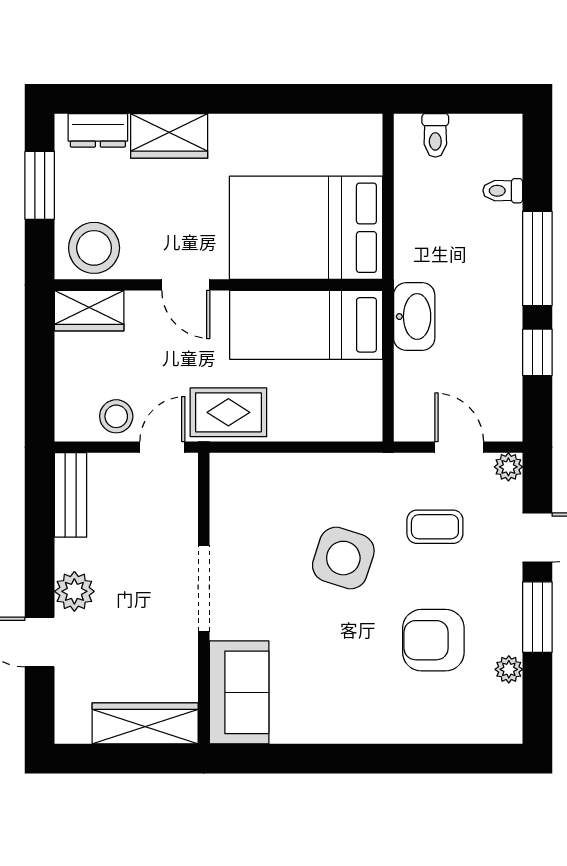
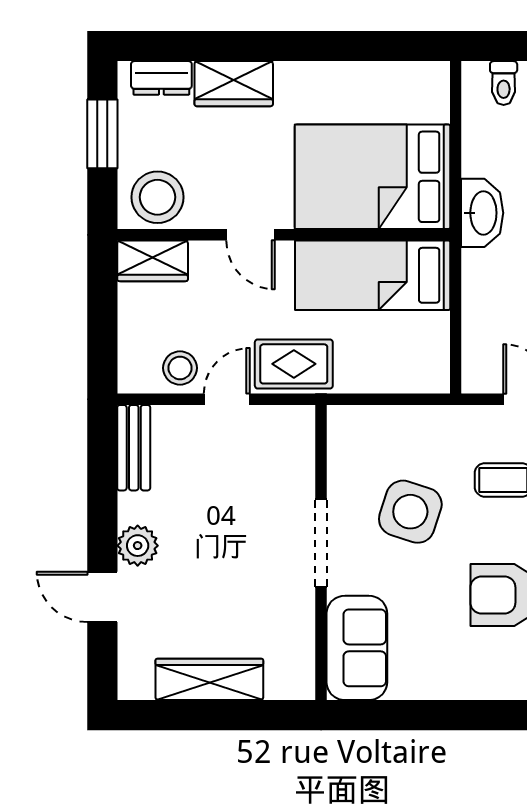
washbasin: (414, 317) -> (482, 213), moved
doorway: (204, 589) -> (321, 543), moved
wall: (204, 598) -> (321, 553), moved
sofa: (239, 692) -> (357, 648), moved

